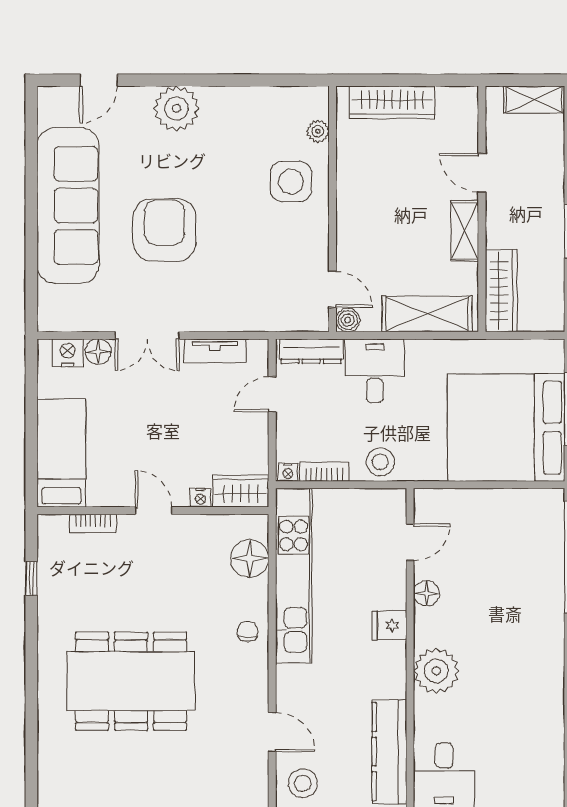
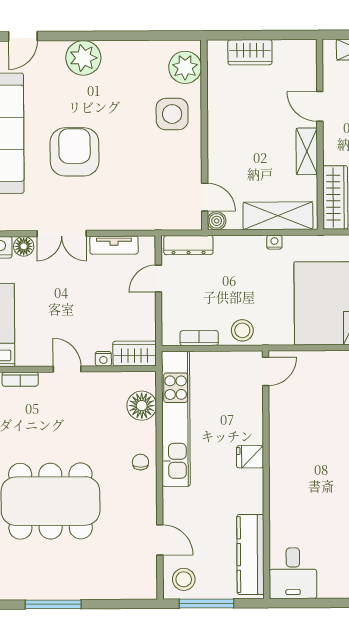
wardrobe: (392, 102) -> (250, 52), width x0.67
plant: (318, 131) -> (185, 67), width x1.88, depth x1.88
desk: (375, 371) -> (238, 260), removed
nightstand: (288, 472) -> (274, 242), moved, turned 180
door: (410, 542) -> (266, 371), moved
floor lamp: (426, 593) -> (279, 432), removed
plant: (436, 671) -> (287, 492), removed

